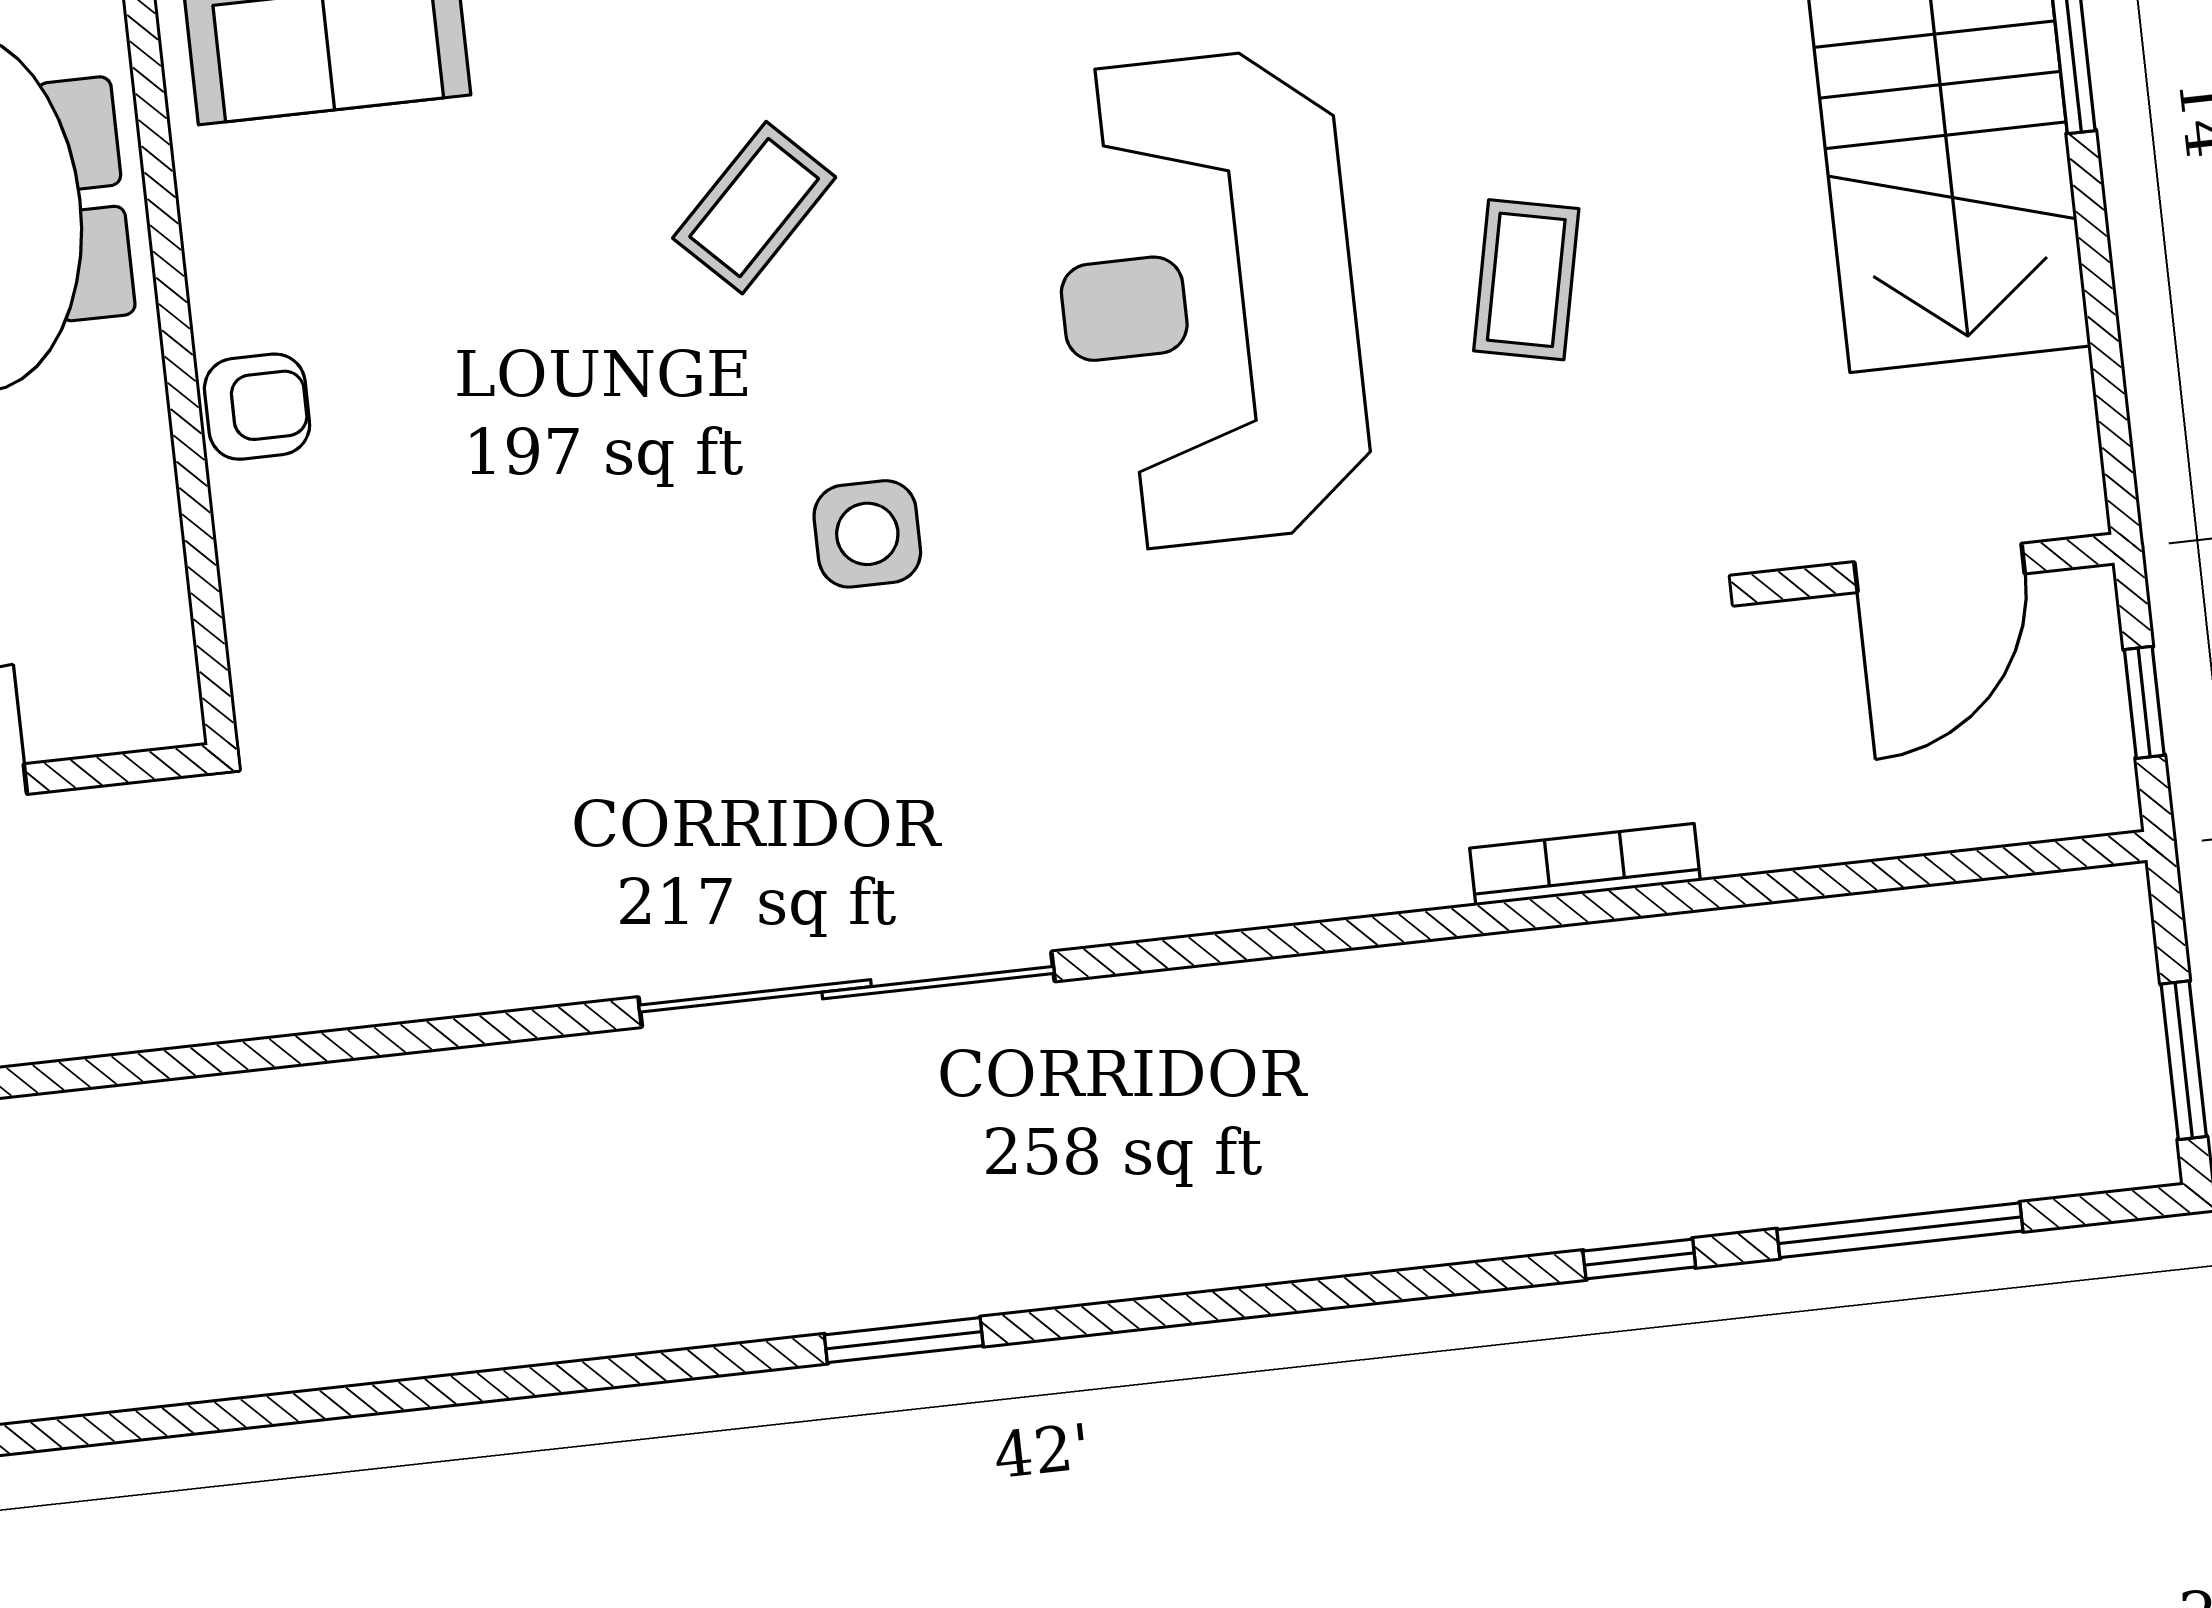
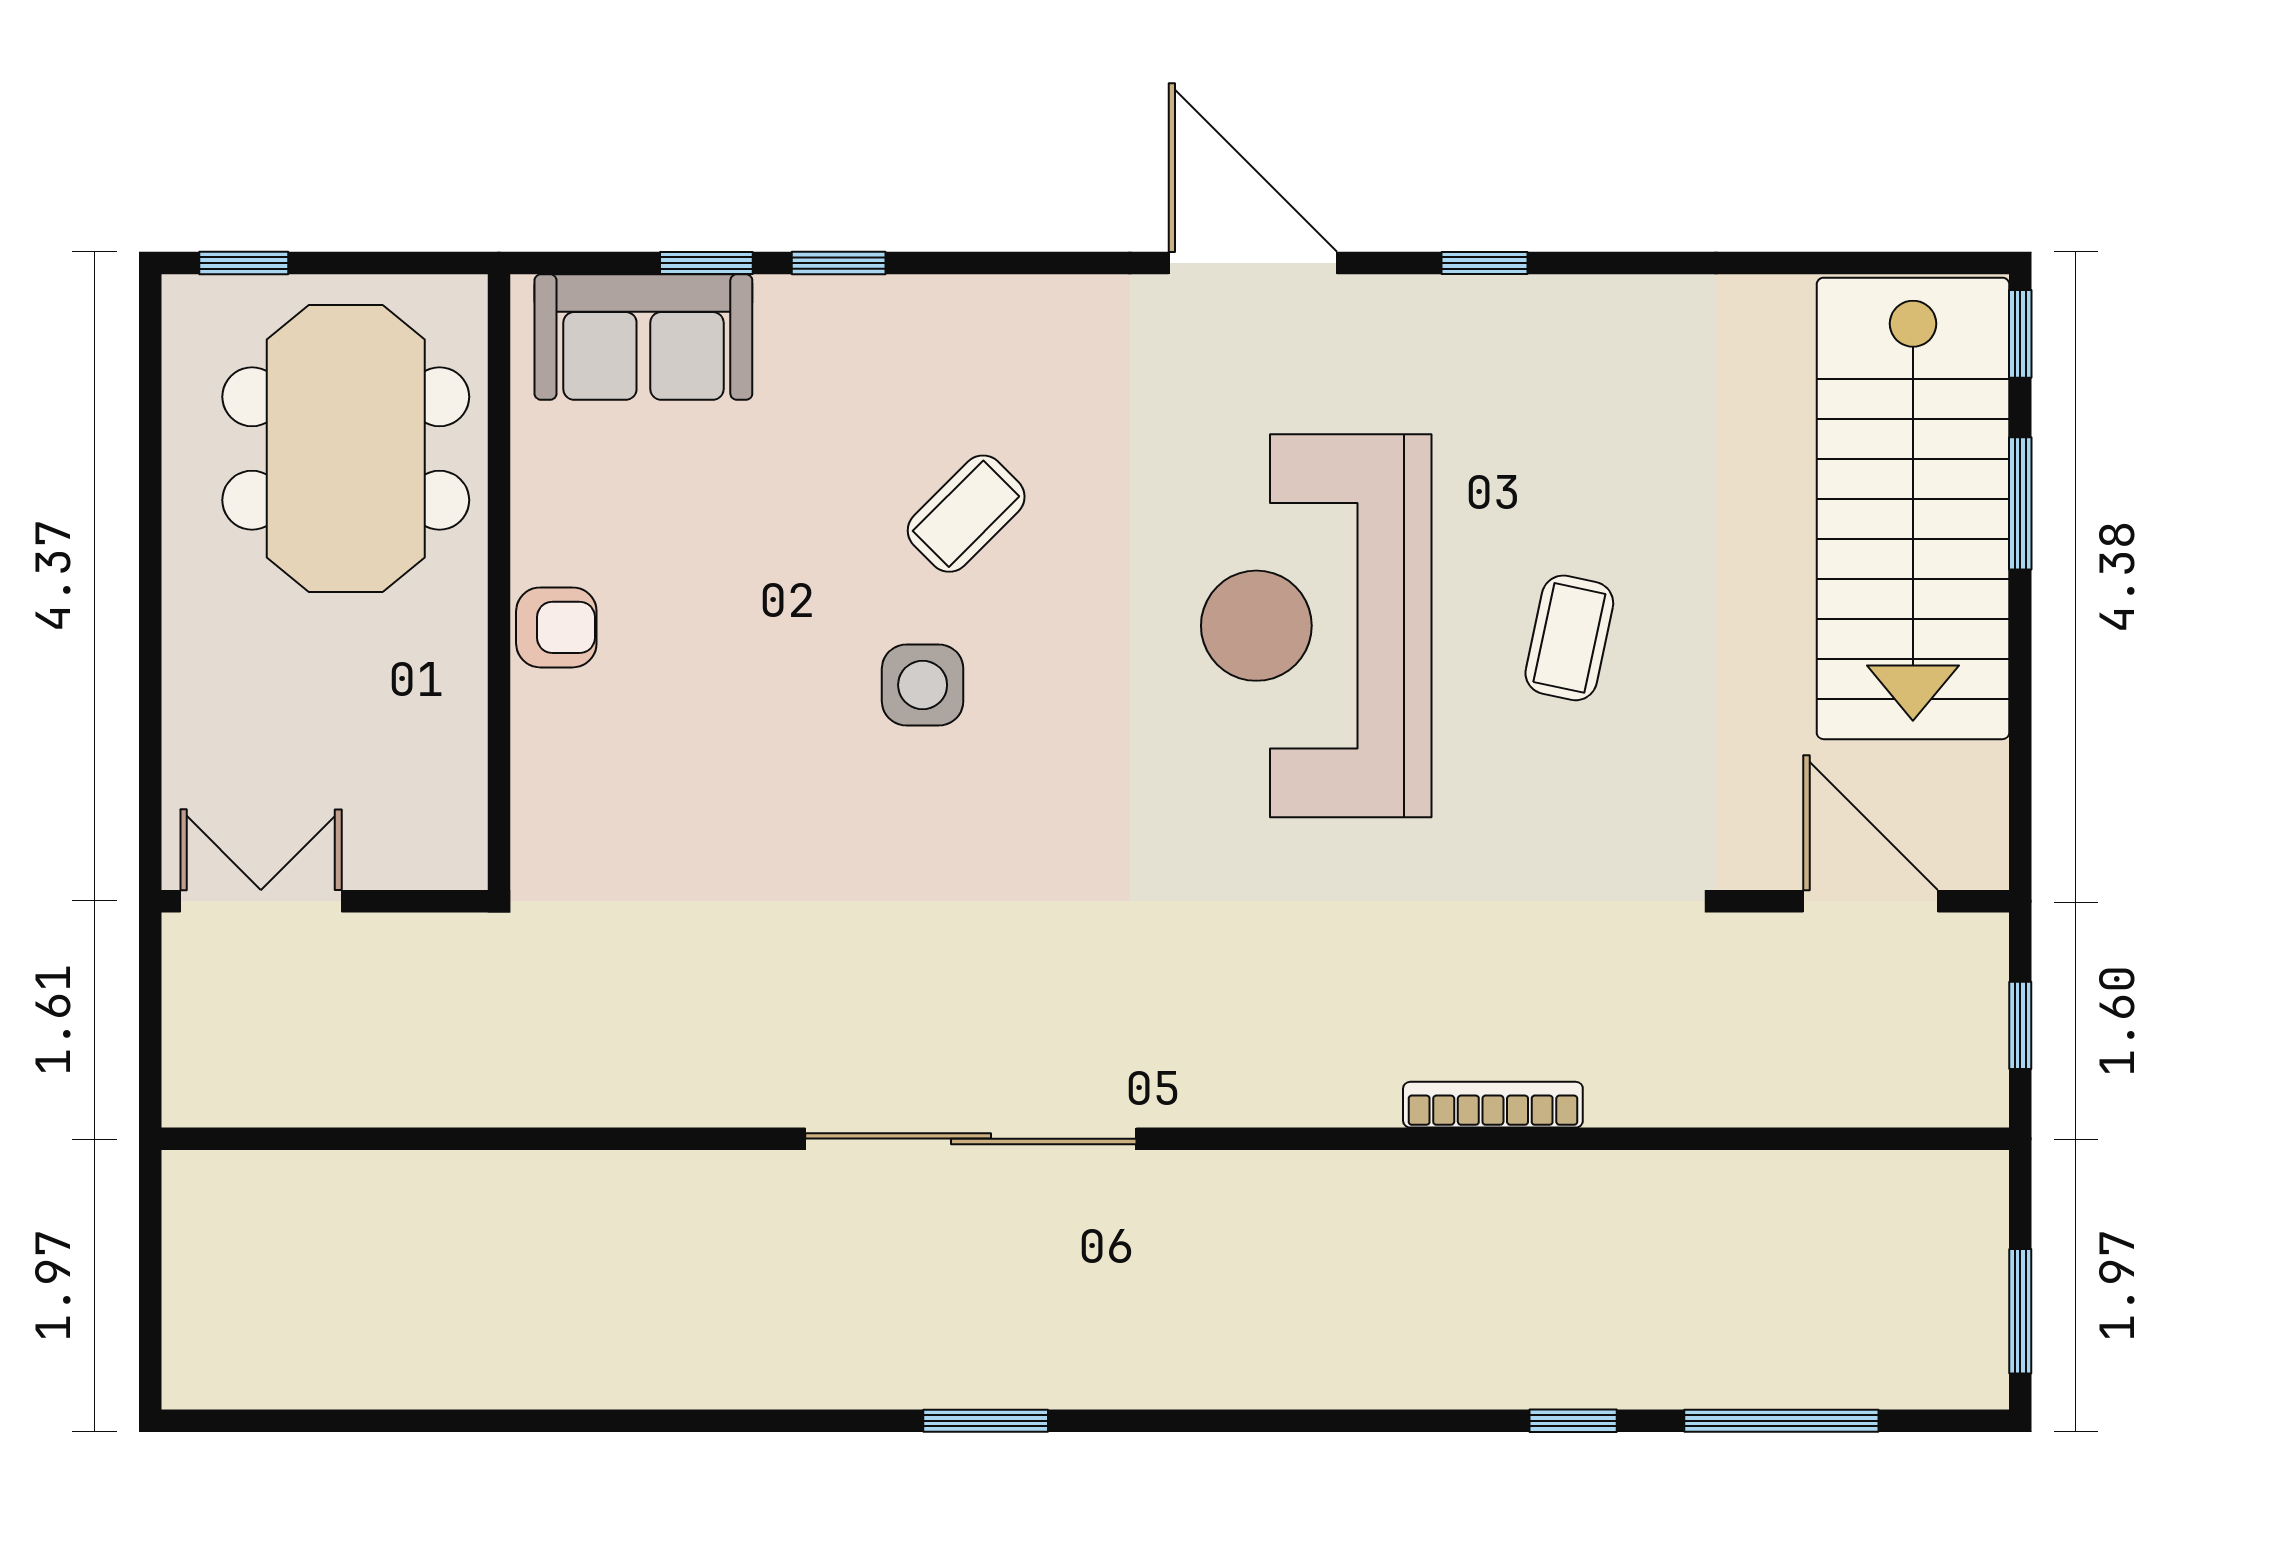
side table: (867, 534) -> (923, 685), moved
door: (1940, 568) -> (1870, 901), swing flipped
bookcase: (1585, 865) -> (1493, 1105), moved

